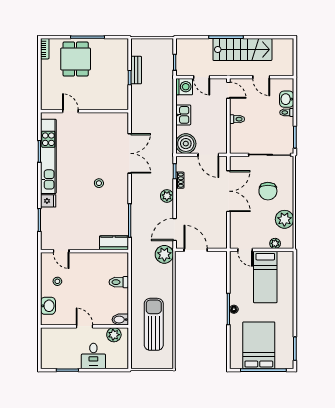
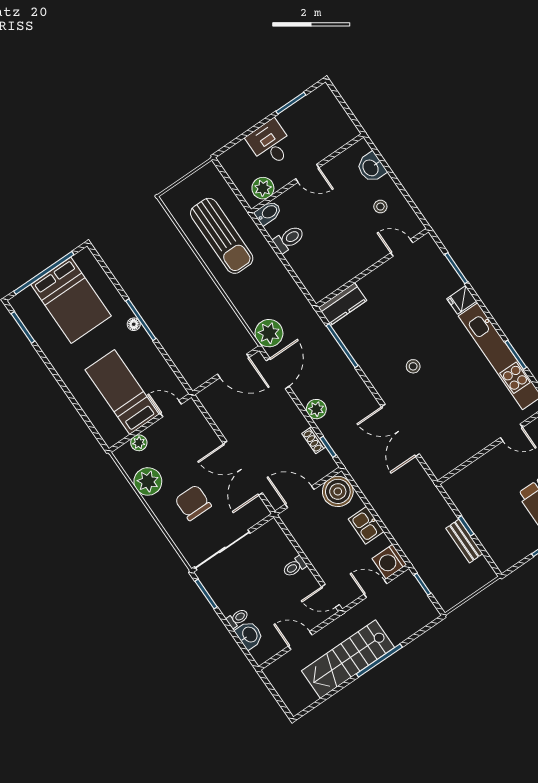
toilet: (119, 282) -> (289, 239), moved

